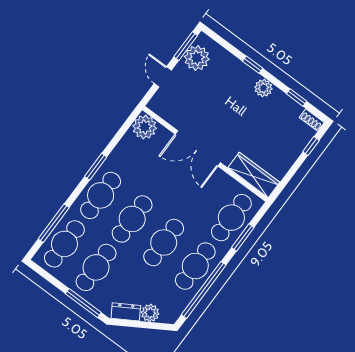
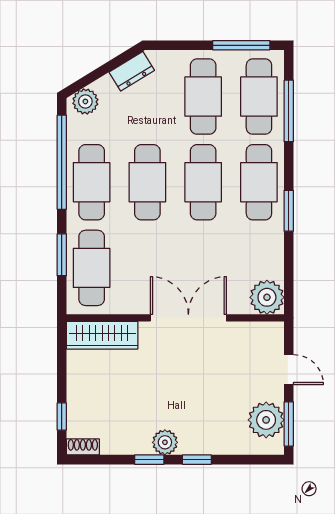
window: (297, 97) -> (149, 460), moved
window: (83, 303) -> (241, 45), moved
plant: (150, 313) -> (85, 101), moved

